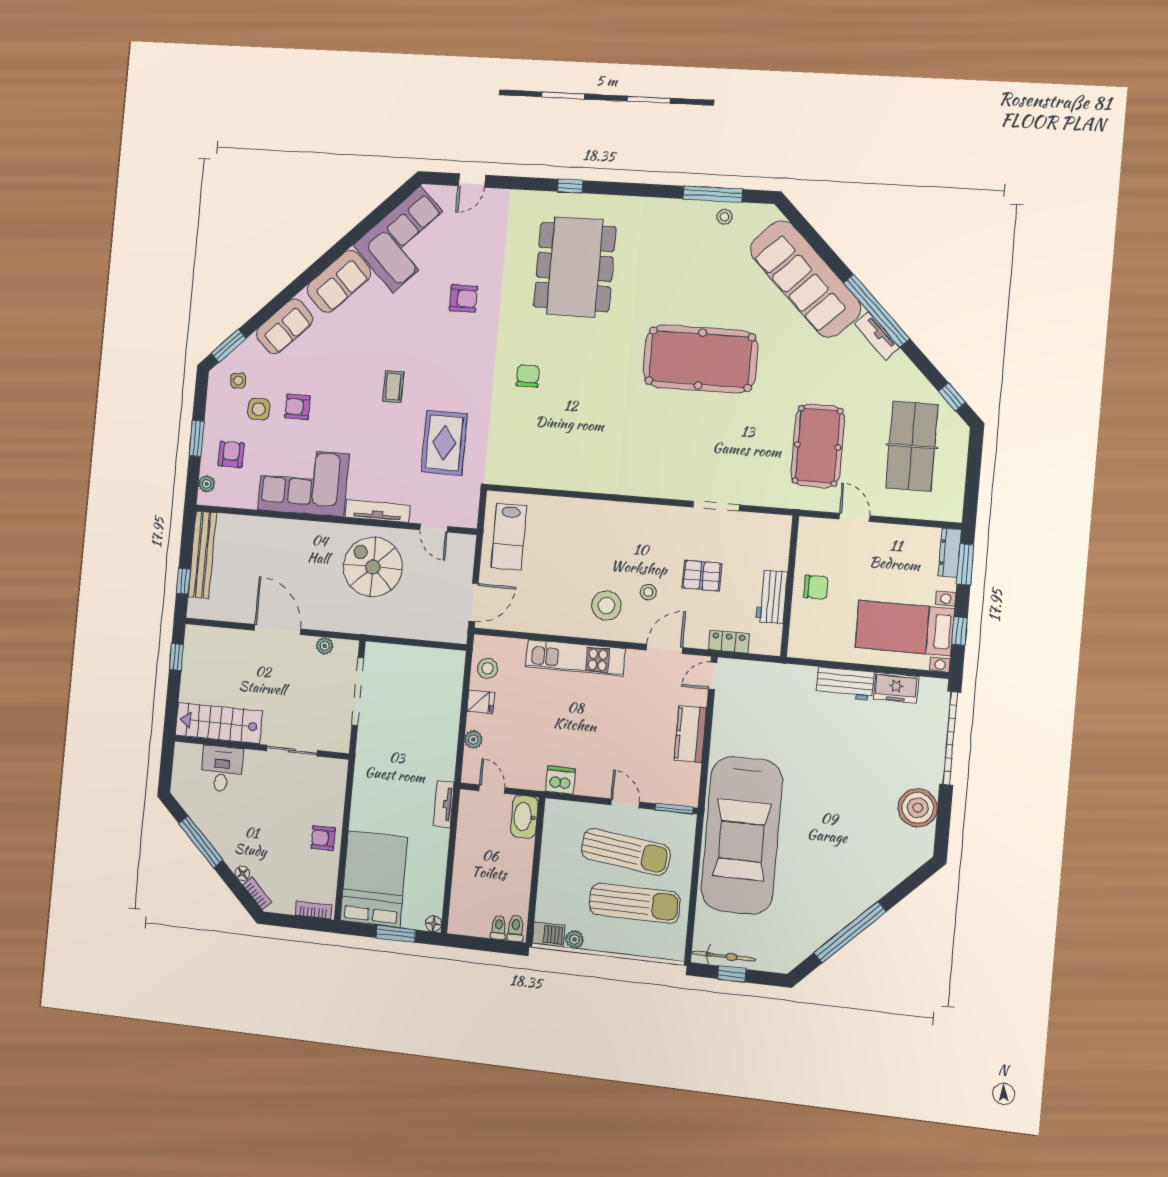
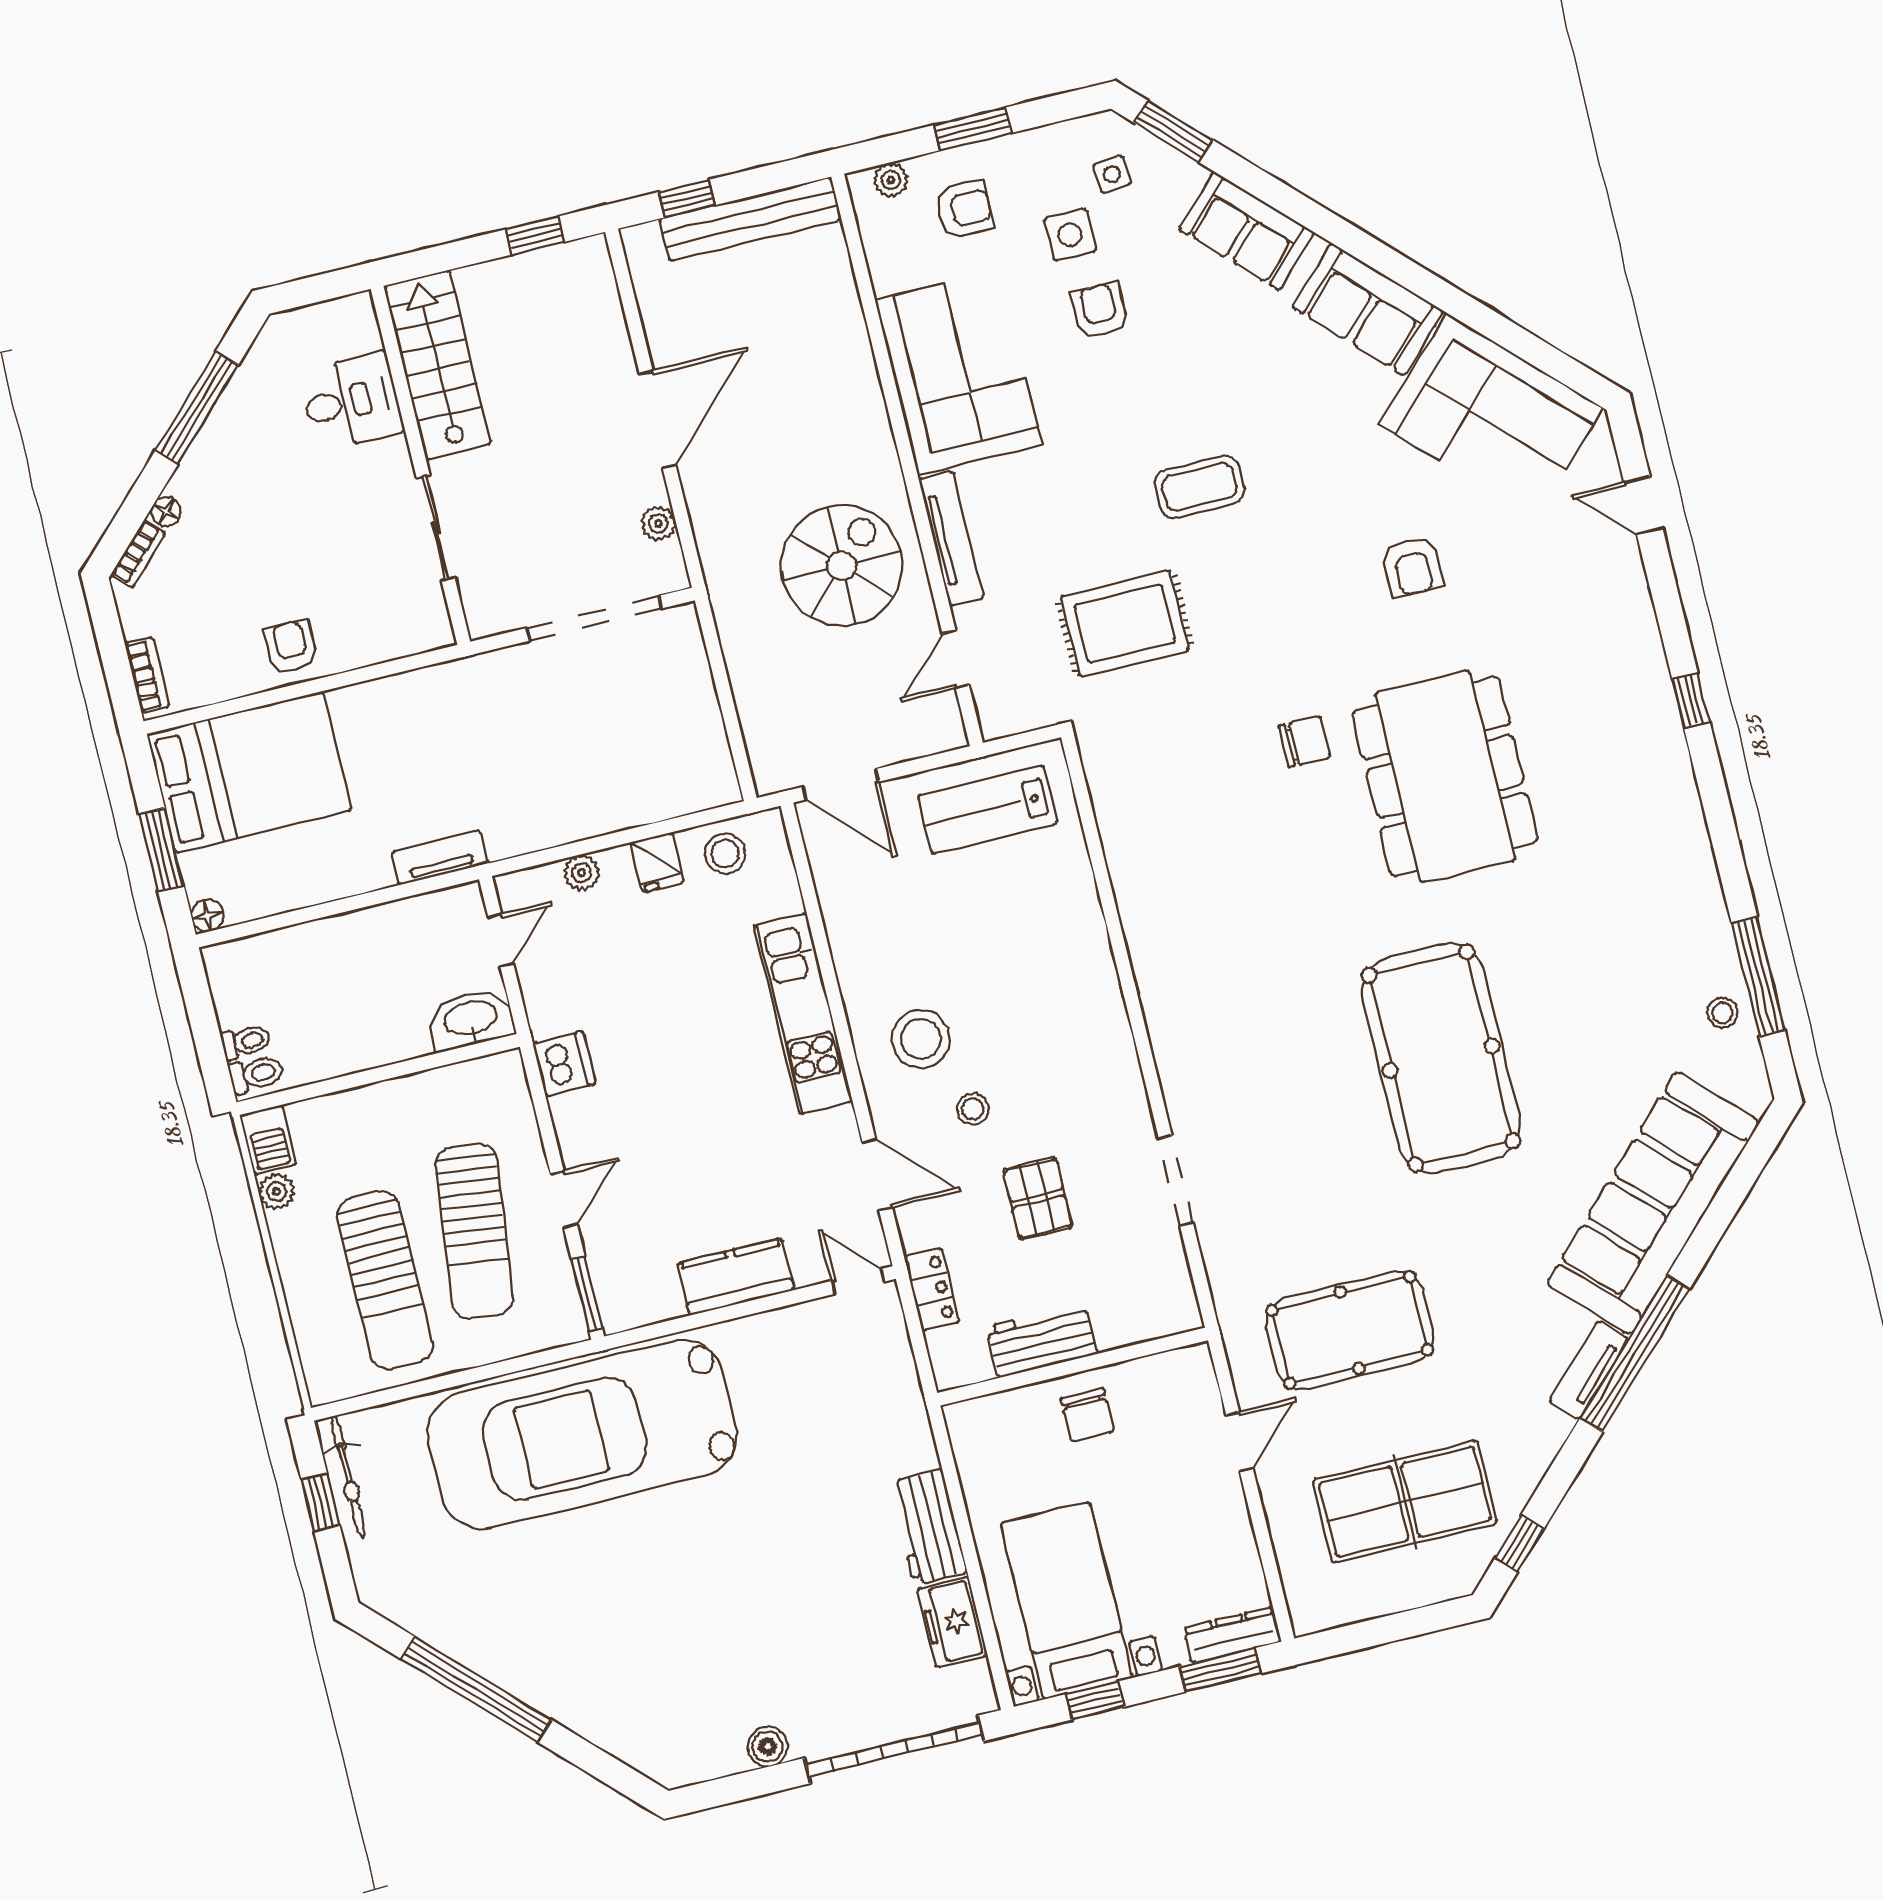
dining table: (575, 267) -> (1445, 776), moved, turned 90
coffee table: (393, 387) -> (1200, 487), width x1.36, depth x1.30
boiler: (918, 808) -> (768, 1747), width x0.54, depth x0.54

